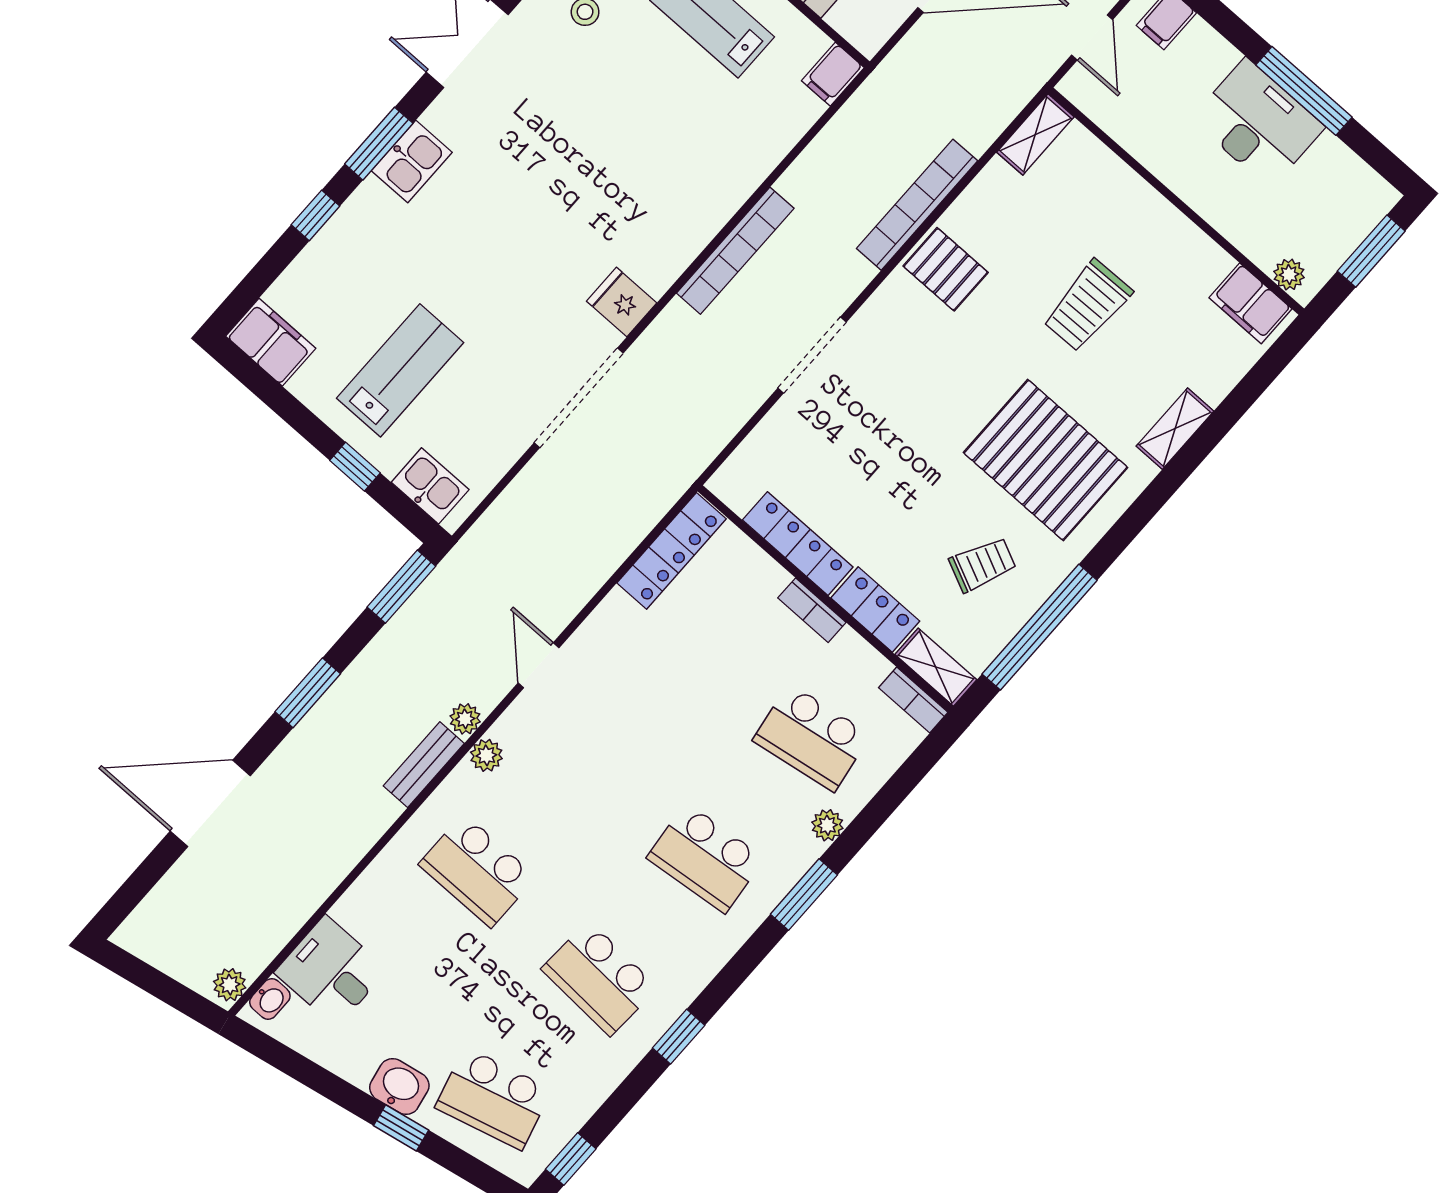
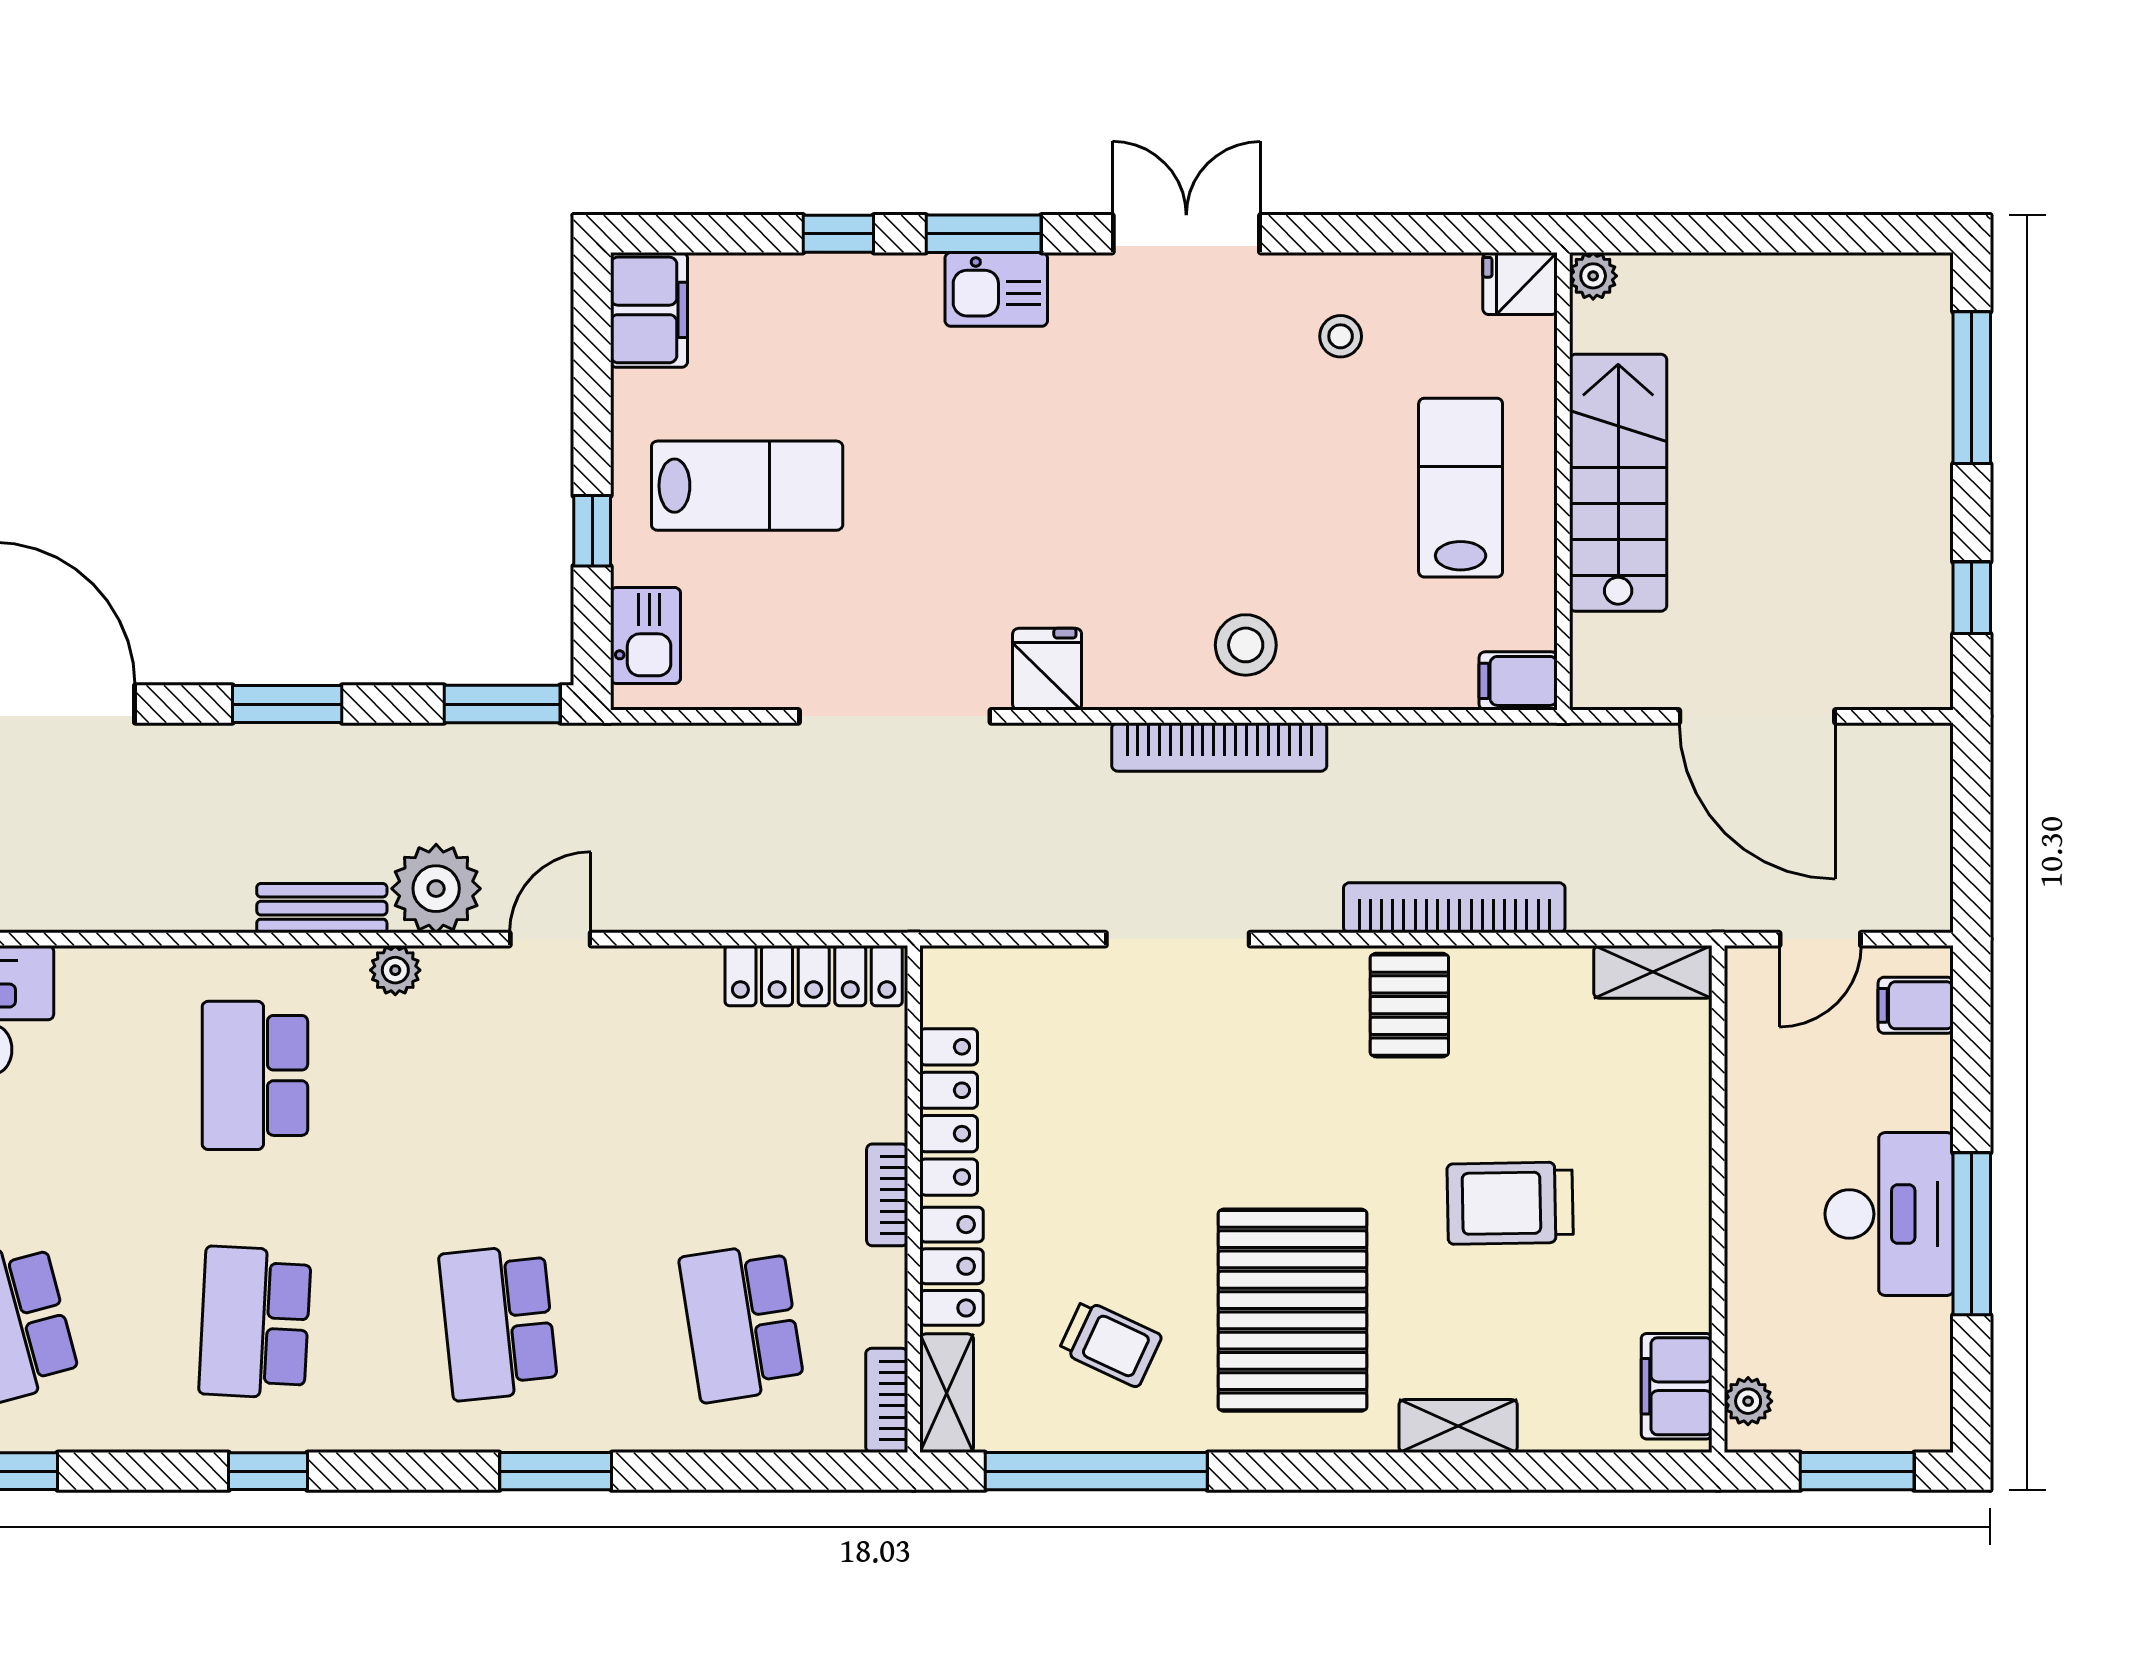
stool: (696, 193) -> (1246, 645), added
plant: (465, 719) -> (436, 889), width x1.88, depth x1.88
plant: (827, 825) -> (658, 1428), removed

